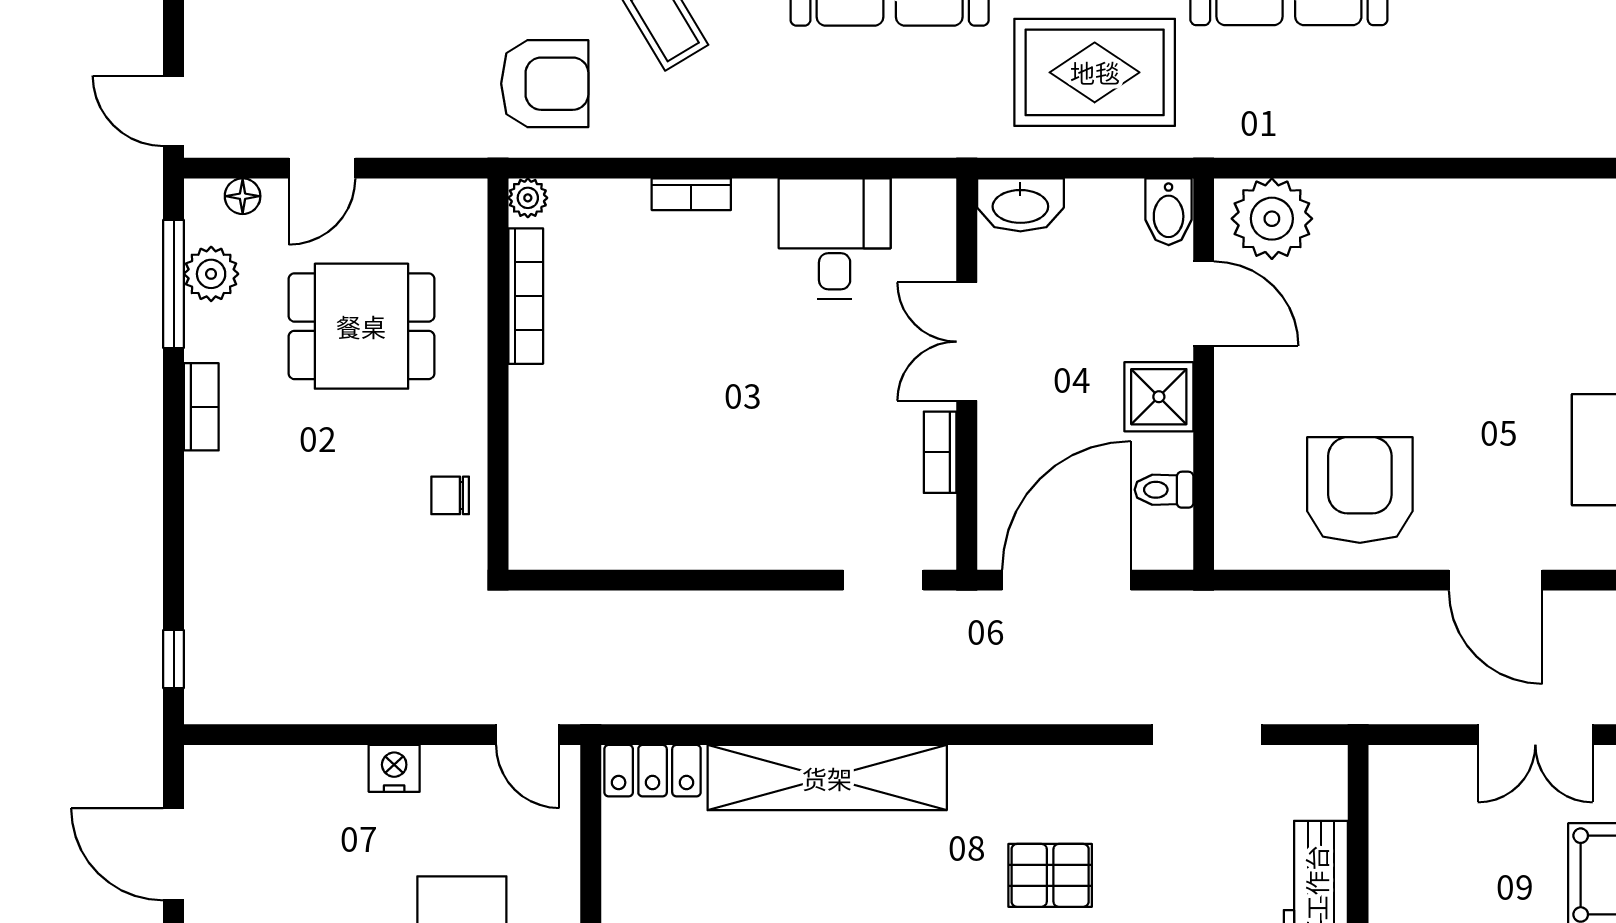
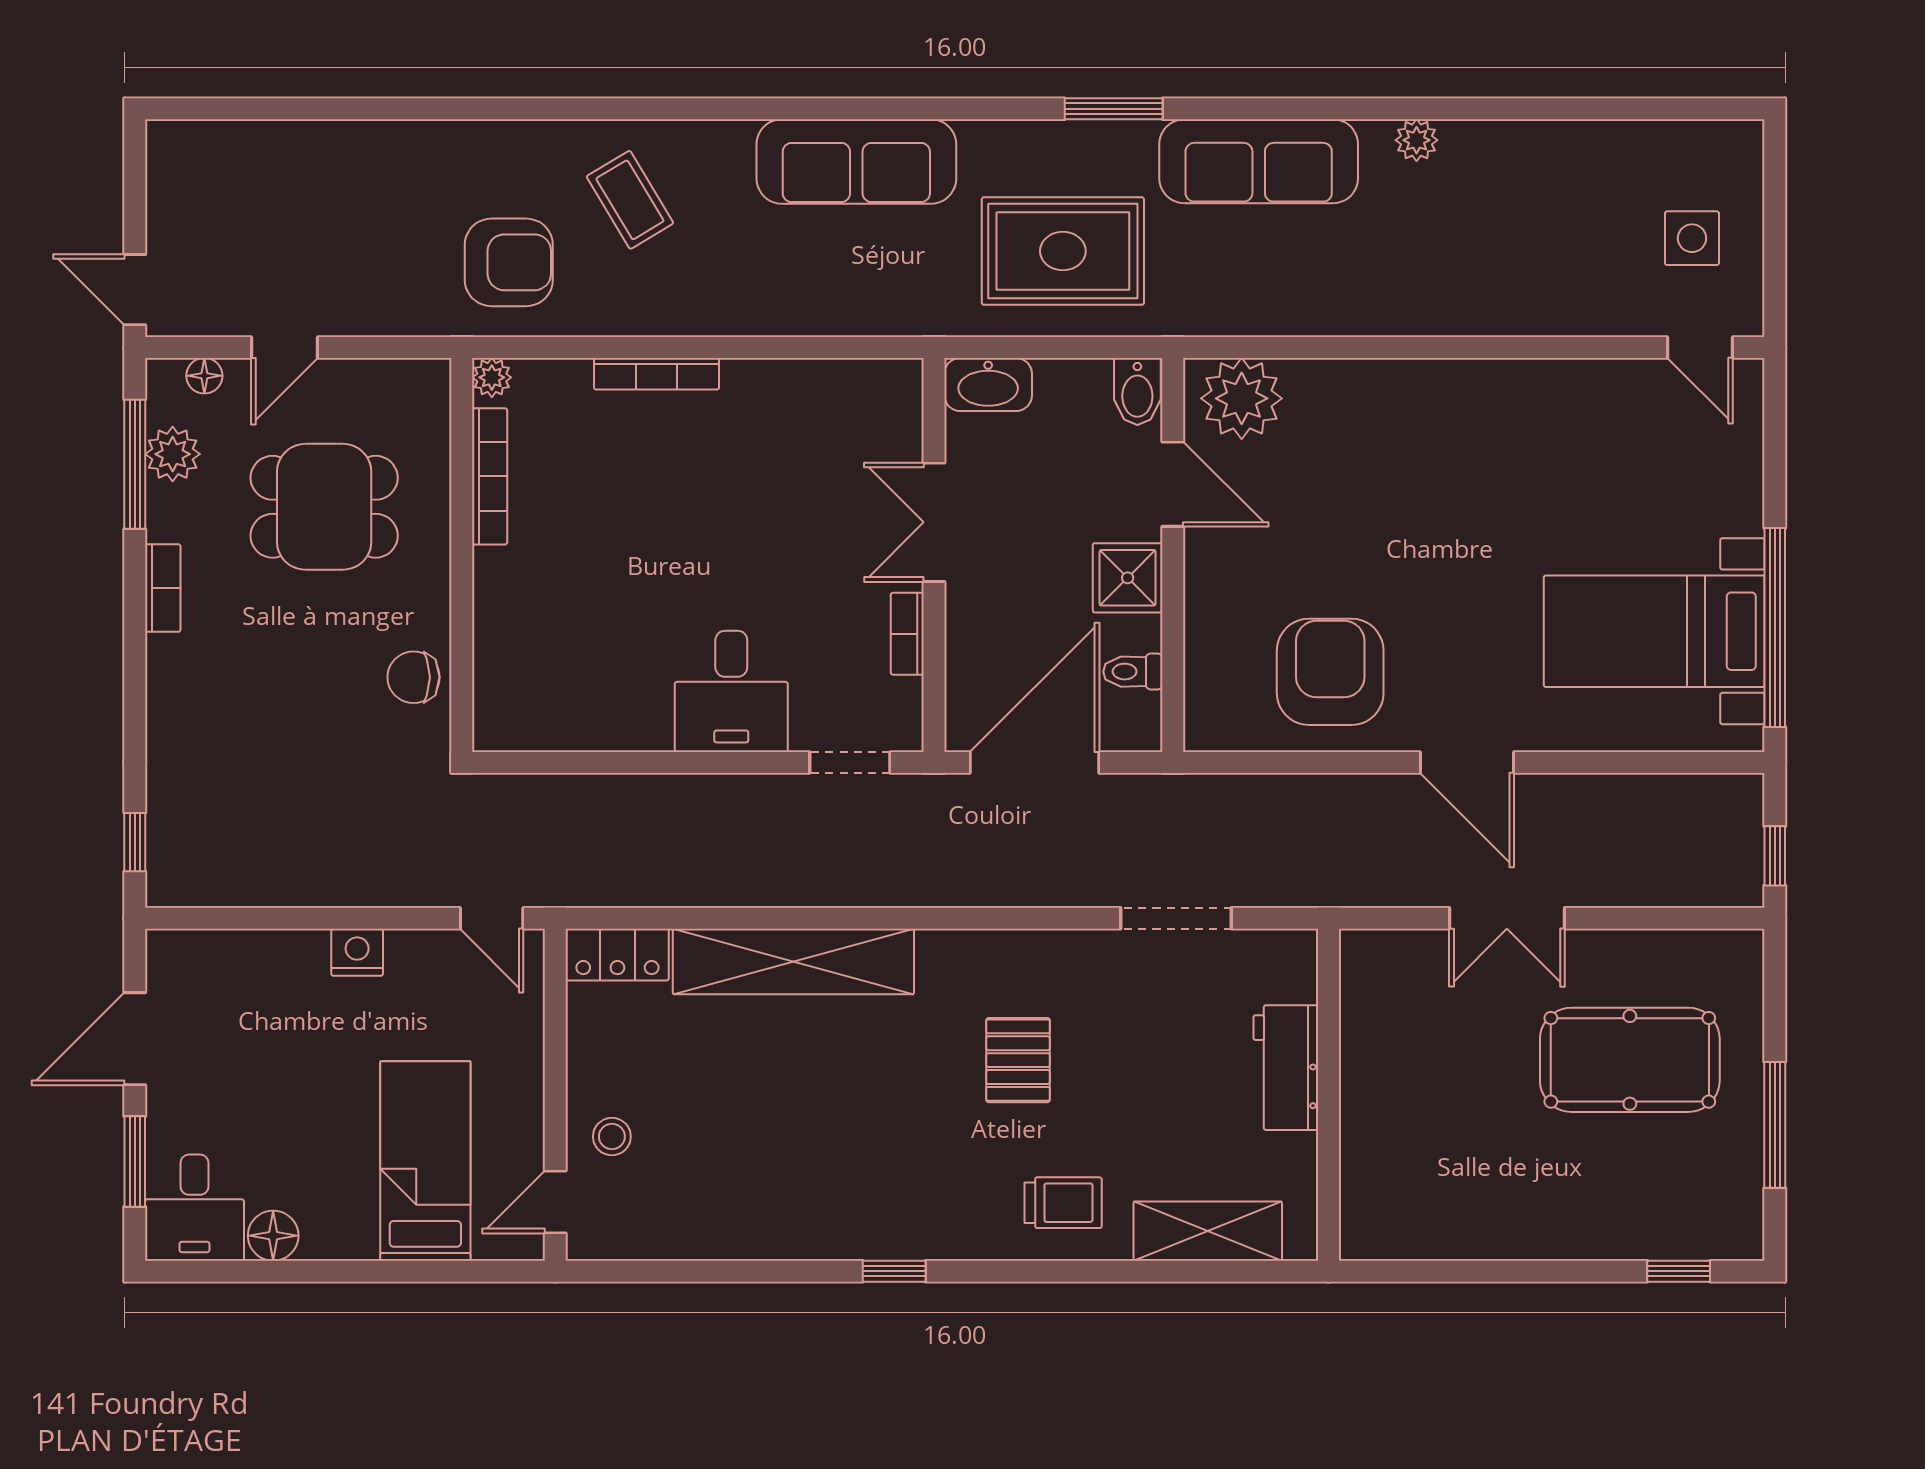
bookcase: (691, 194) -> (657, 374), width x1.56
desk: (835, 239) -> (731, 691), moved, turned 180
chair: (450, 495) -> (414, 677), width x1.37, depth x1.37
door: (174, 854) -> (135, 1039), hinge flipped
pallet: (1050, 875) -> (1018, 1060), turned 90

